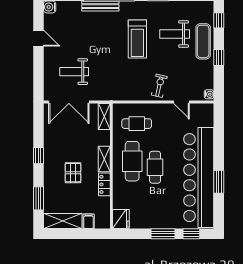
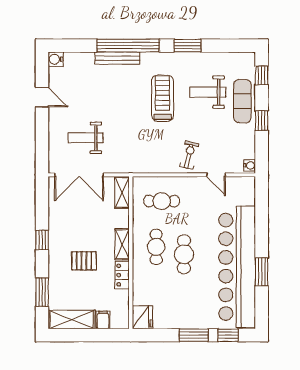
treadmill: (137, 39) -> (162, 98), turned 180
cafe table: (132, 161) -> (156, 247), width x0.73, depth x0.74
pallet: (73, 173) -> (84, 261), turned 90

